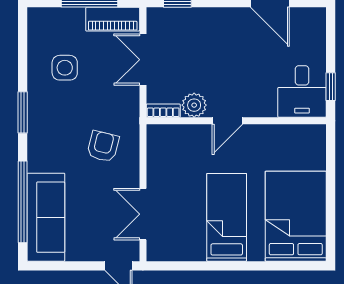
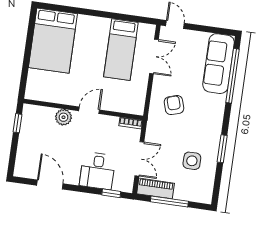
desk: (302, 91) -> (97, 171), moved, turned 180
plant: (194, 105) -> (63, 117), moved
window: (23, 112) -> (222, 149), moved
armchair: (103, 146) -> (174, 105), turned 149
bed: (227, 217) -> (121, 50), moved

